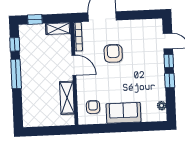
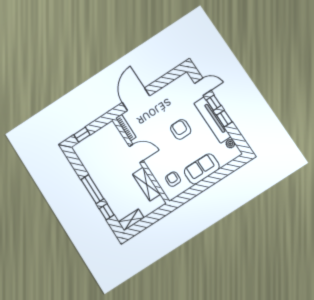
shelving: (58, 29) -> (131, 220), moved
window: (15, 44) -> (107, 212), moved
armchair: (113, 53) -> (181, 129), moved
tv unit: (158, 75) -> (212, 120), added

